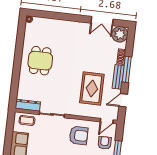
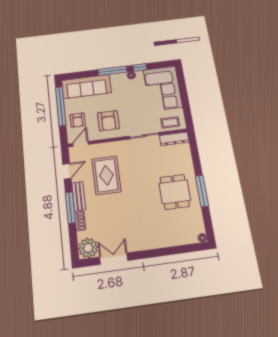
window: (18, 56) -> (202, 191), added
armchair: (79, 135) -> (108, 121), turned -90

